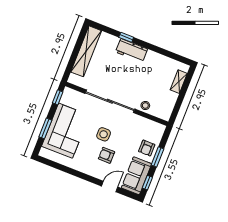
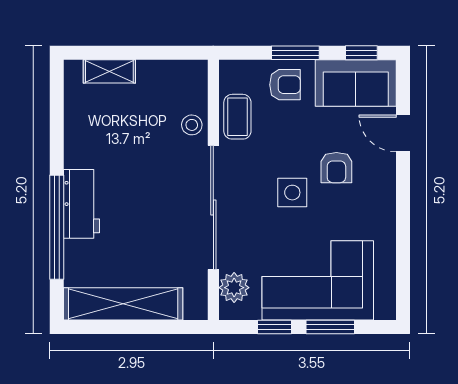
window: (126, 37) -> (57, 227), width x3.17
window: (58, 97) -> (274, 327), moved
plant: (76, 97) -> (234, 288), added
coffee table: (142, 125) -> (237, 117), added

